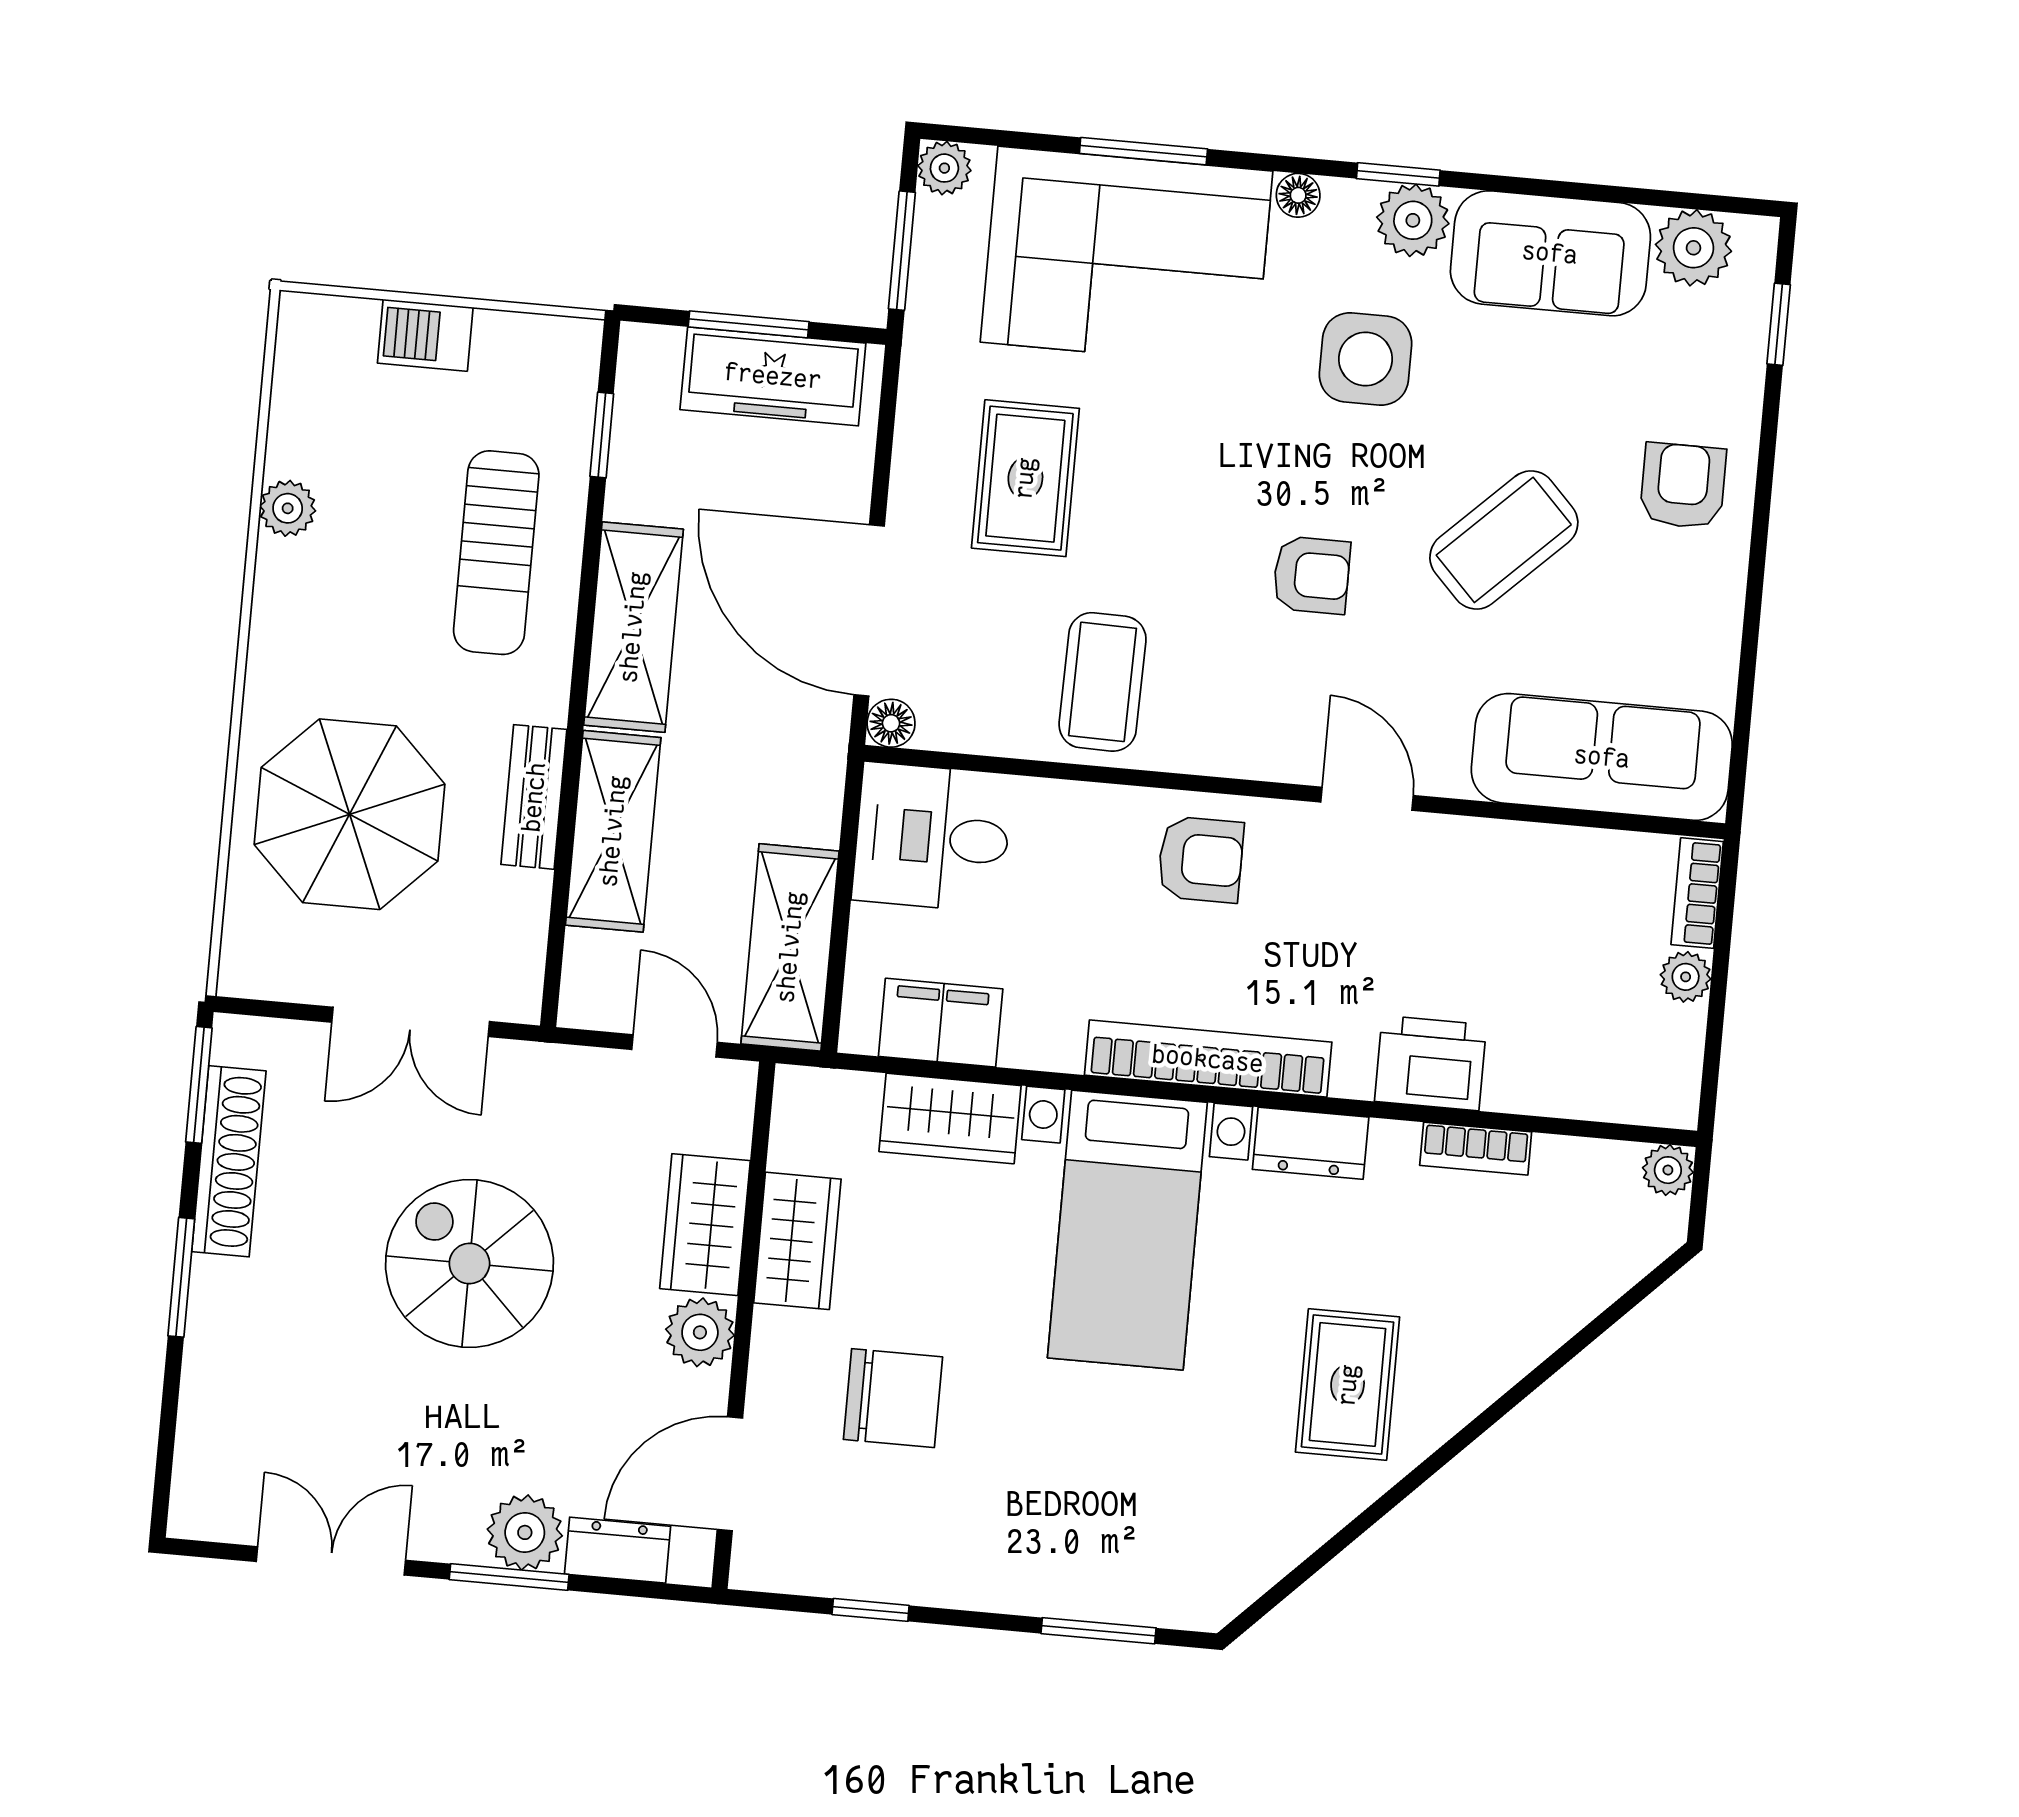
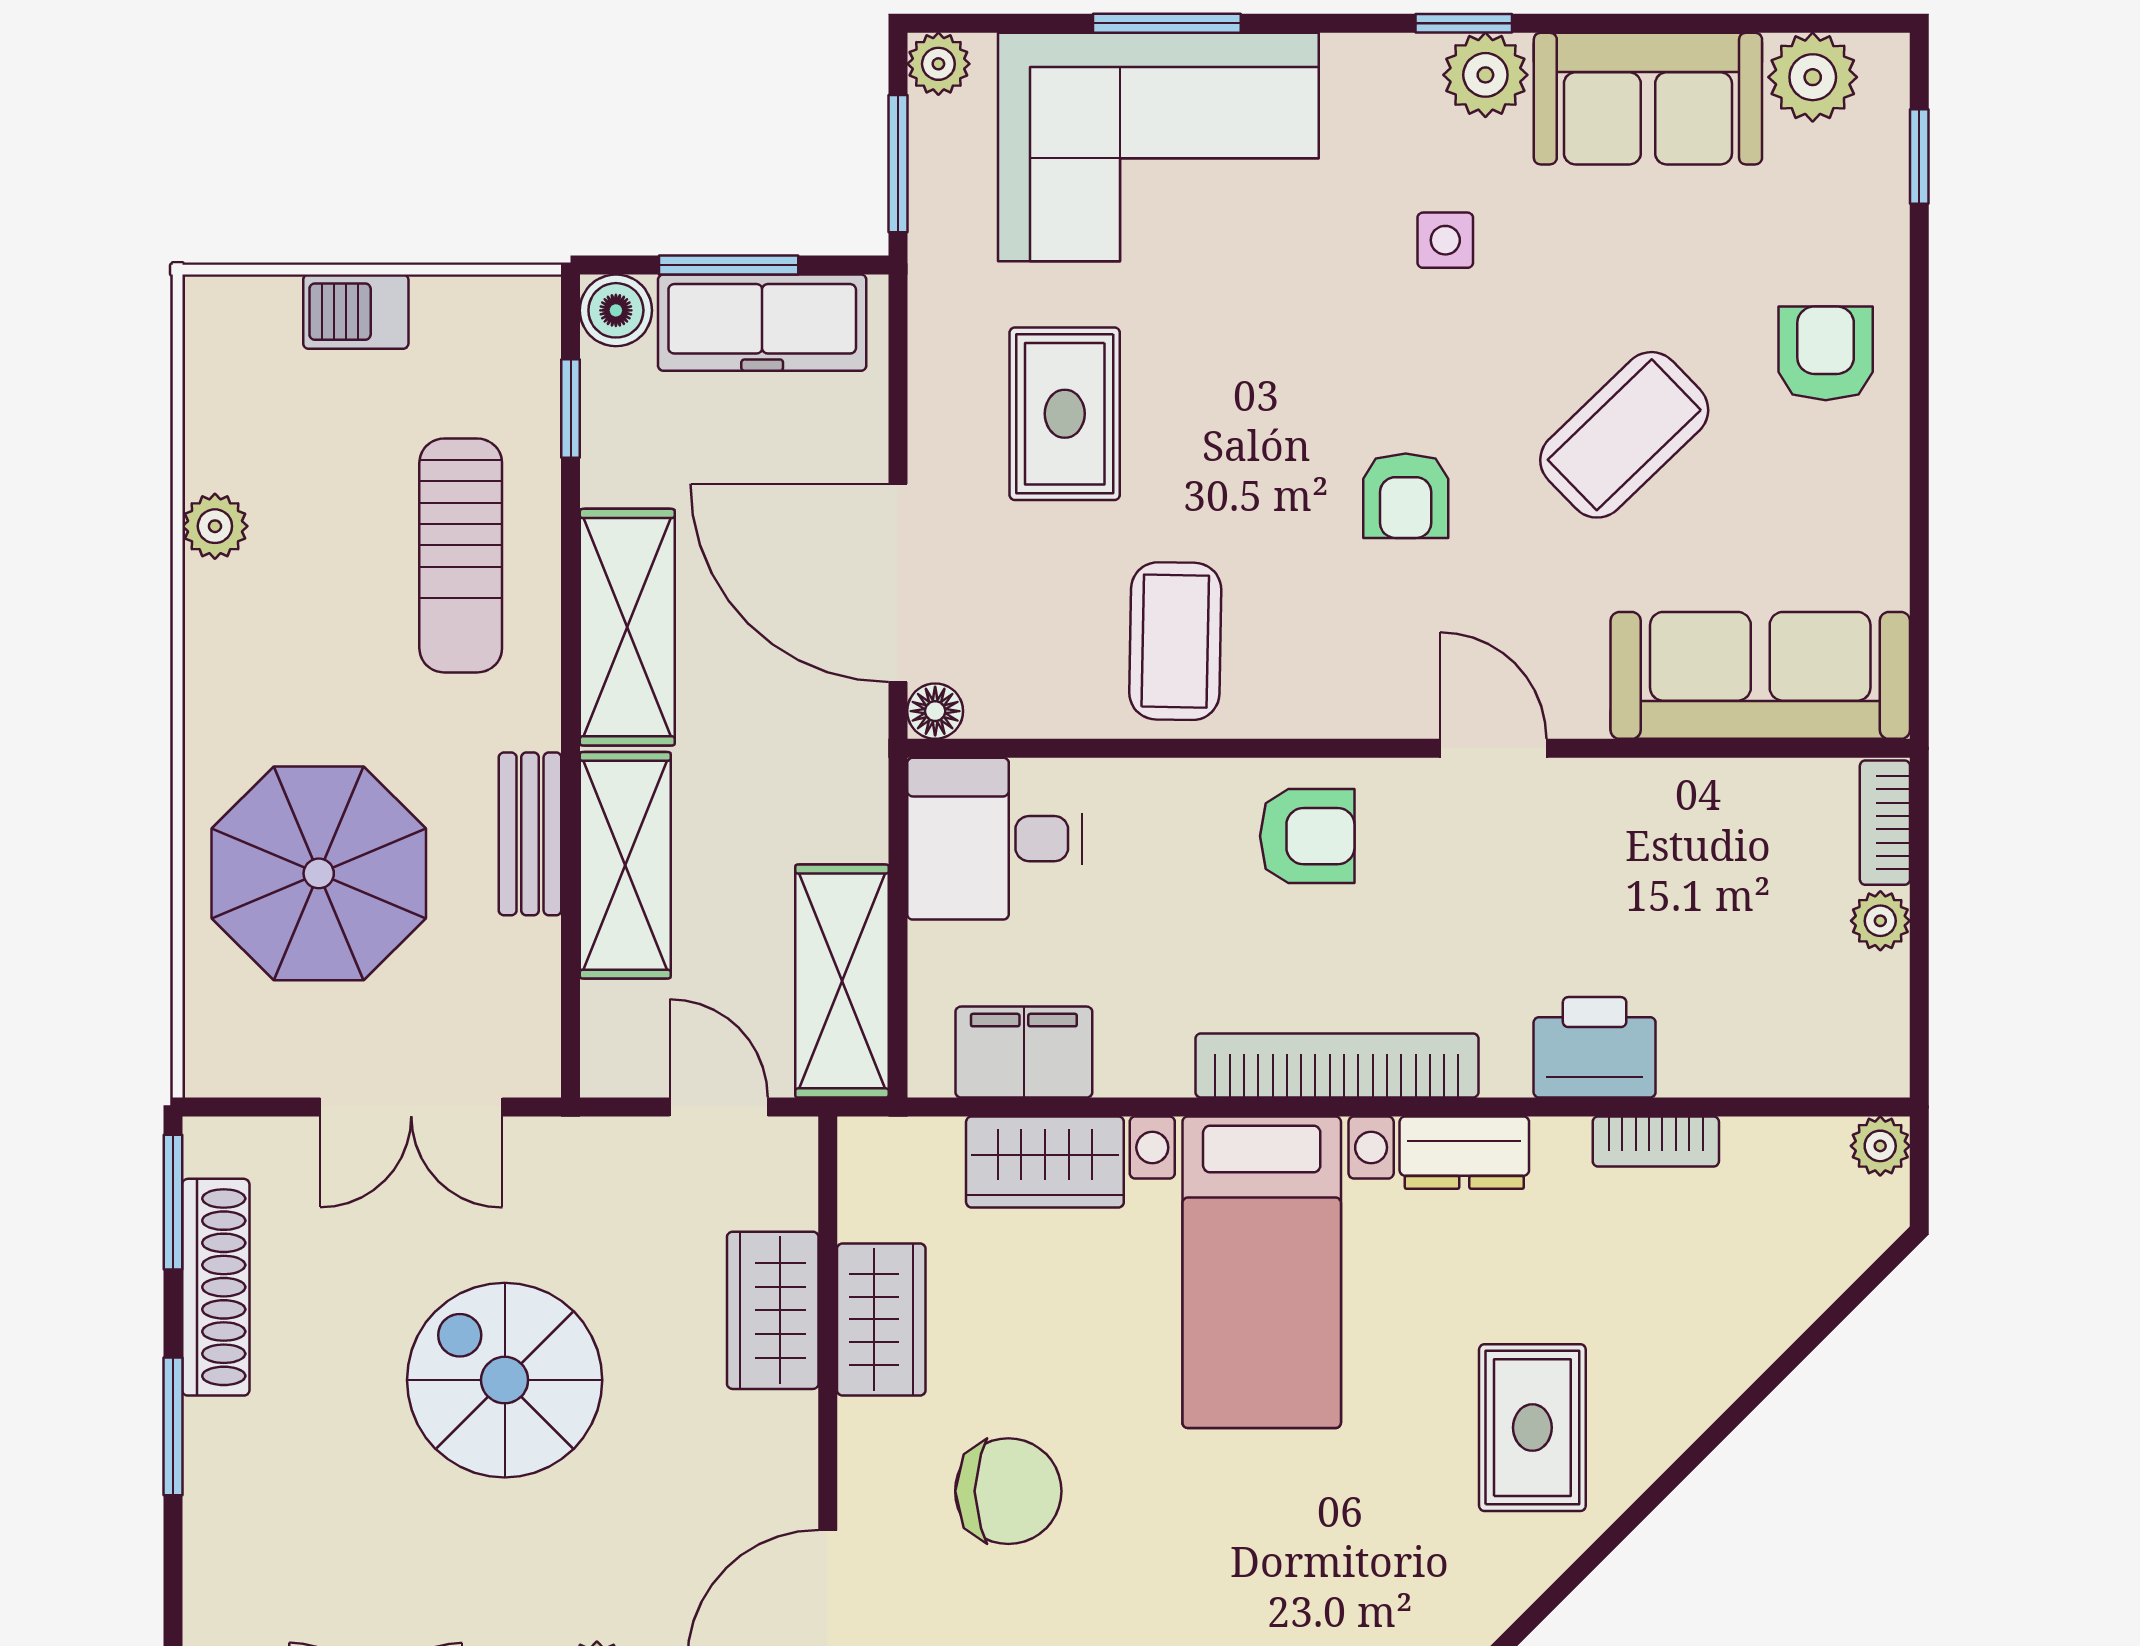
floor lamp: (1298, 195) -> (1350, 58), removed
boiler: (648, 354) -> (616, 310), added
side table: (1366, 359) -> (1445, 240), width x0.54, depth x0.54
armchair: (1312, 575) -> (1406, 496), turned 90
plant: (700, 1332) -> (778, 1435), removed

